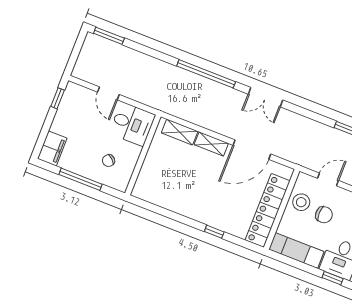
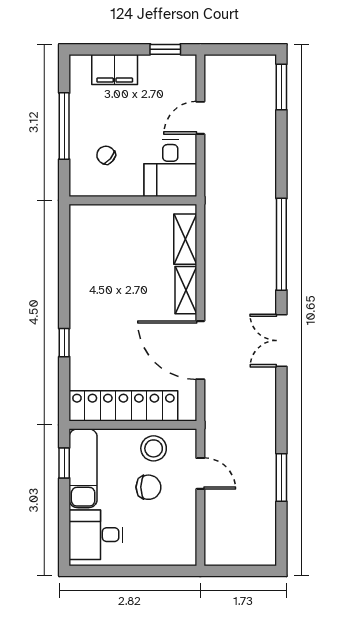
filing cabinet: (52, 148) -> (115, 69), moved
chair: (324, 215) -> (148, 487), turned -90
window: (333, 278) -> (64, 463), moved

